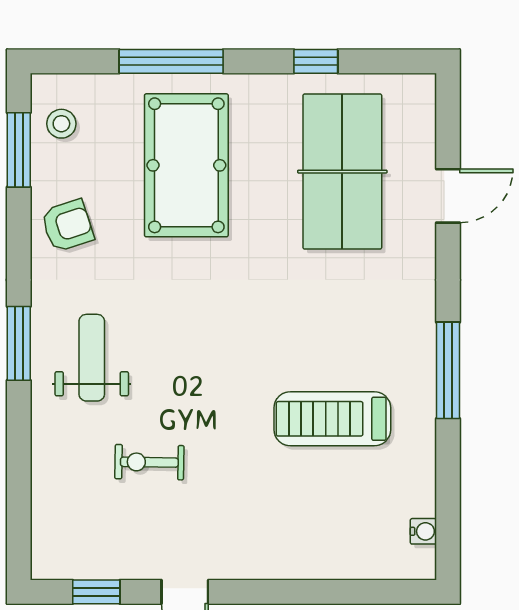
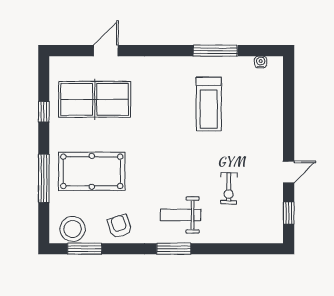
stool: (61, 124) -> (73, 229), width x1.89, depth x1.89
door: (448, 196) -> (106, 51), hinge flipped
window: (448, 370) -> (215, 51), moved

